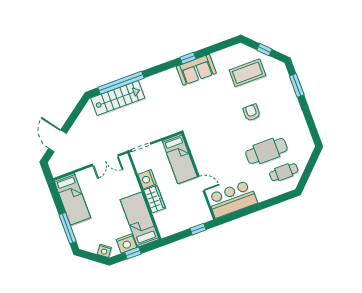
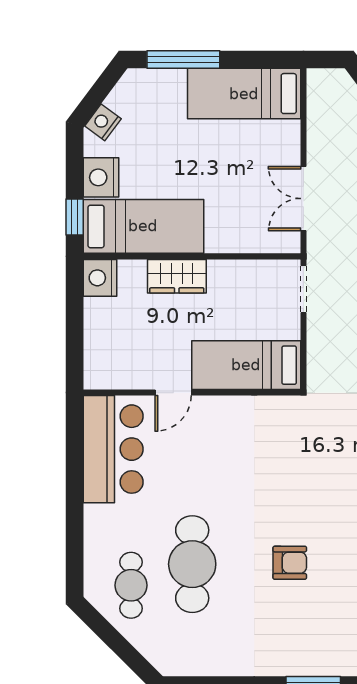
nightstand: (147, 179) -> (100, 278), moved, turned -90
window: (198, 229) -> (75, 348), removed
window: (133, 253) -> (75, 217), moved

